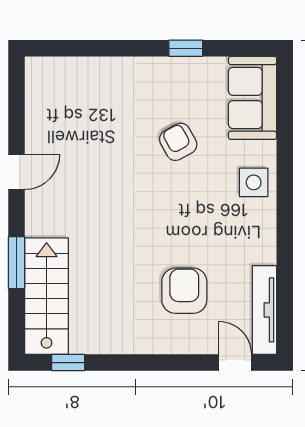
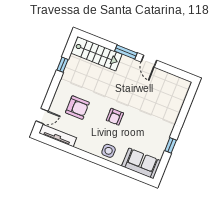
armchair: (178, 142) -> (115, 117), moved, turned 119
window: (16, 263) -> (126, 52), moved
window: (68, 363) -> (62, 65), moved

